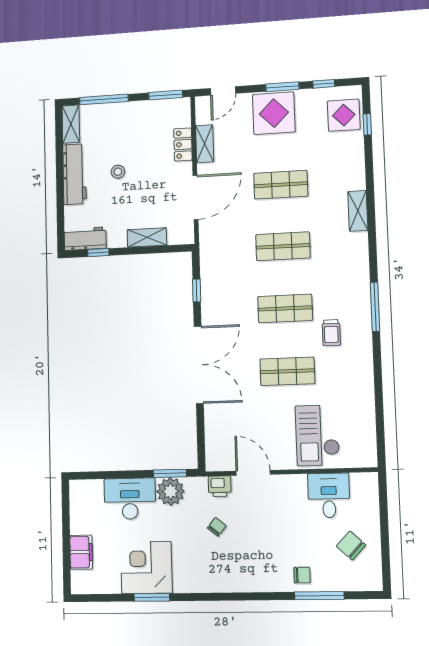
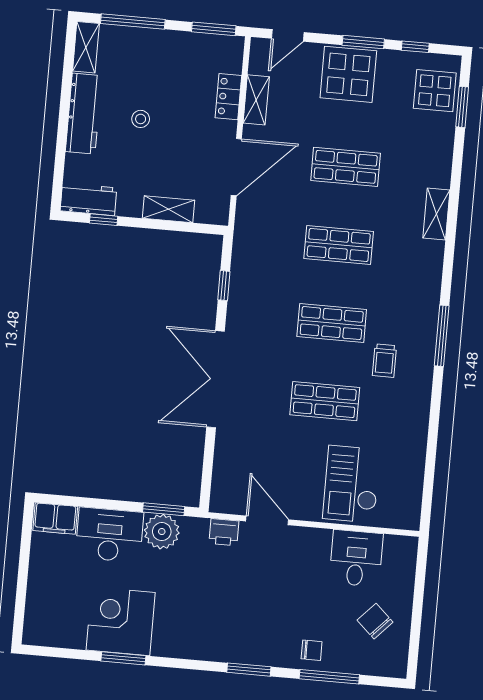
window: (367, 124) -> (462, 107), width x1.50
double door: (199, 365) -> (216, 379), swing flipped
chair: (217, 527) -> (214, 581), removed
filing cabinet: (81, 552) -> (55, 519), moved, turned 90
window: (253, 596) -> (249, 670), added

